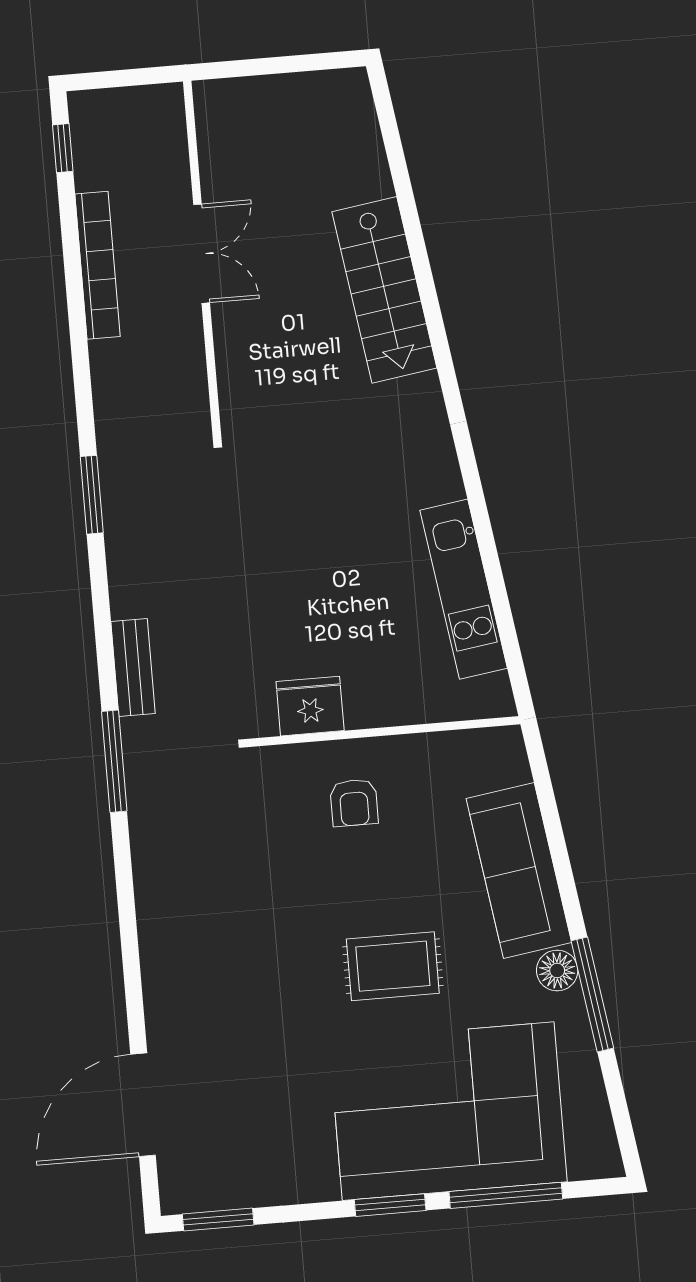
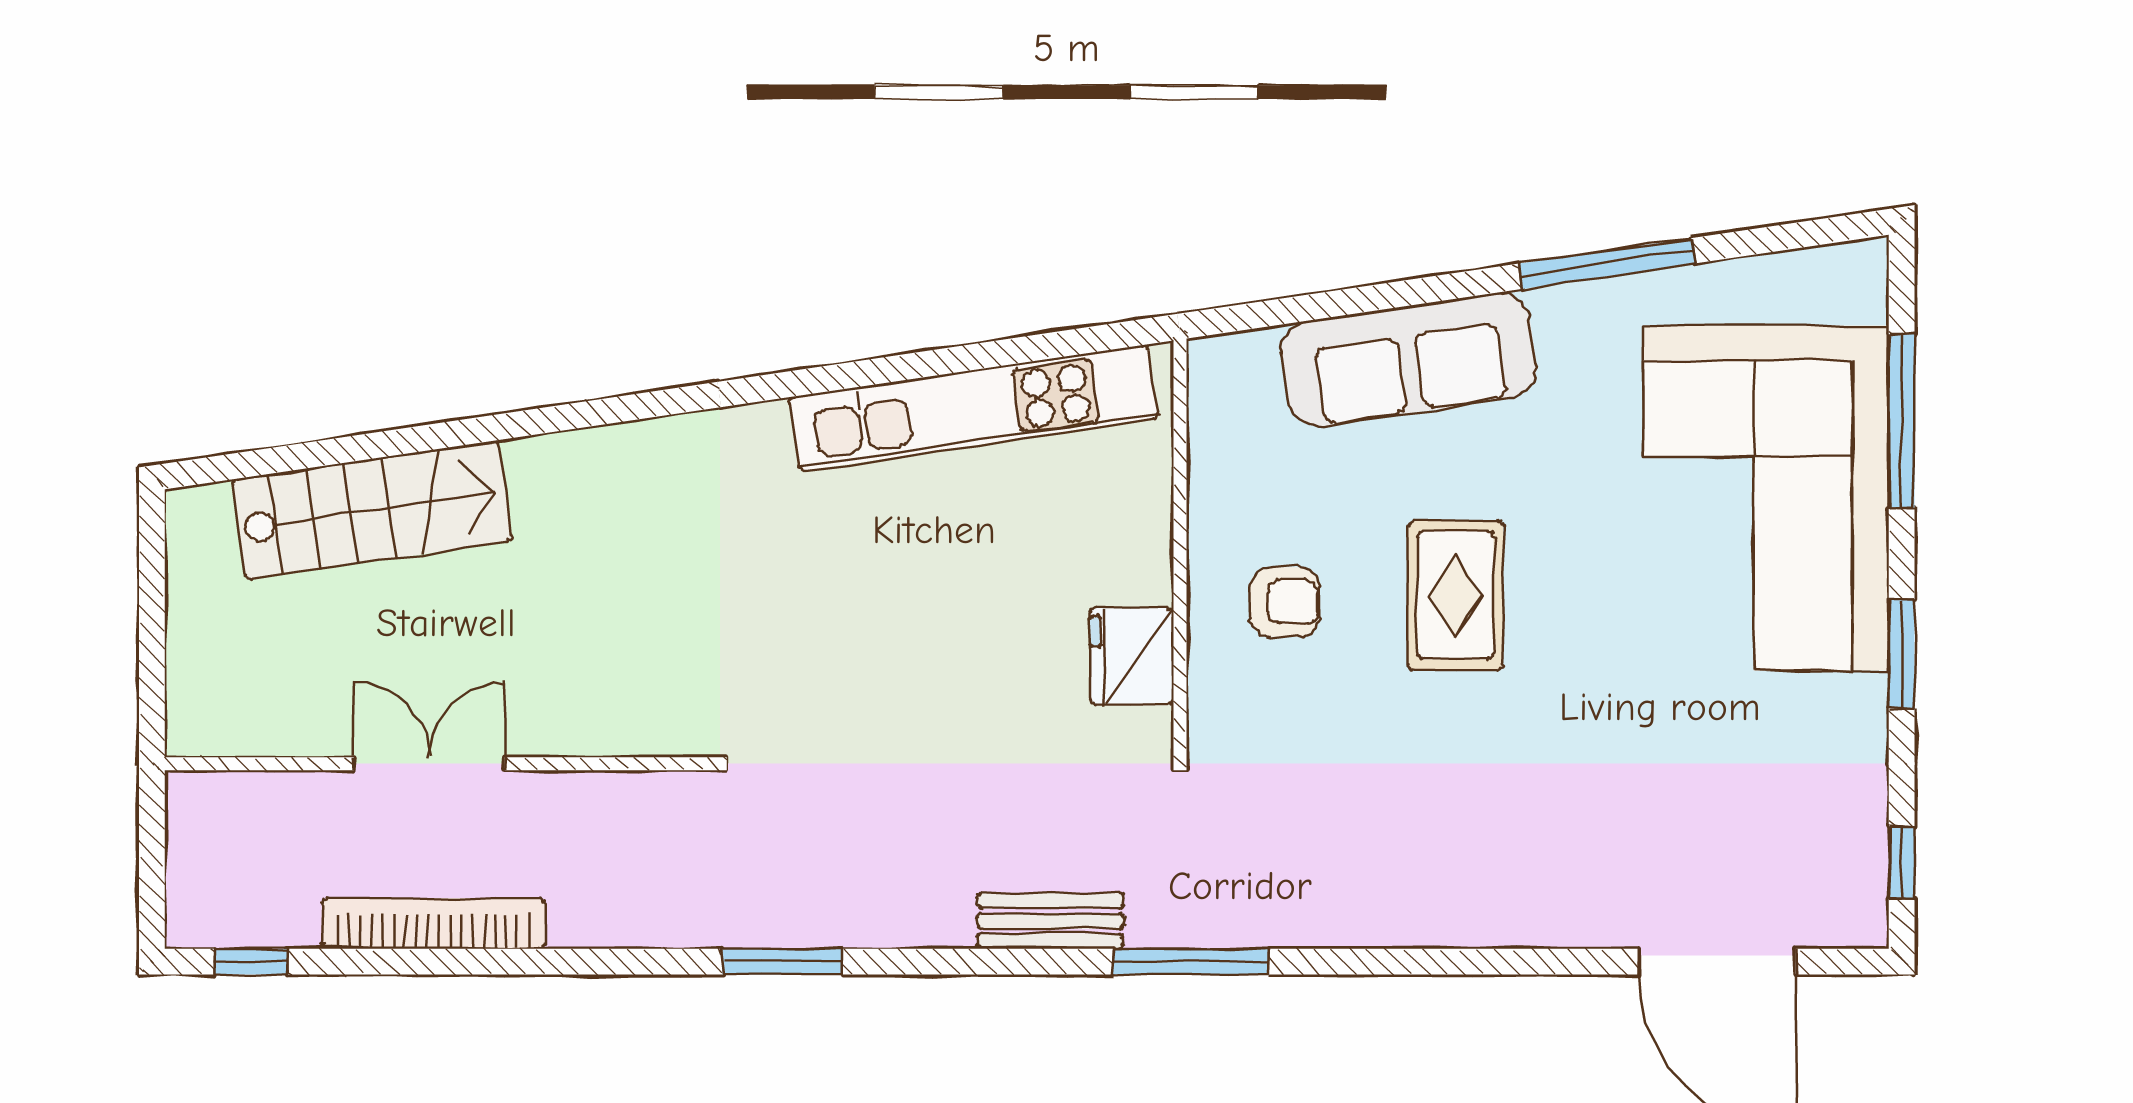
stairs: (384, 290) -> (372, 510), moved
kitchen unit: (464, 589) -> (973, 408), width x1.36
rug: (393, 966) -> (1455, 595), moved
floor lamp: (557, 970) -> (1566, 314), removed
window: (390, 1205) -> (1902, 654), moved
window: (218, 1220) -> (1902, 862), width x0.67

